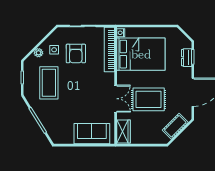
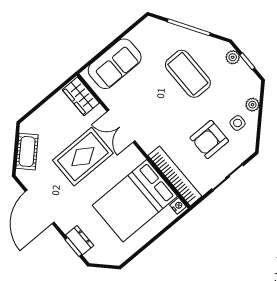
armchair: (76, 53) -> (209, 139), turned -90
coffee table: (49, 83) -> (188, 74), moved
plant: (28, 86) -> (233, 57), added

